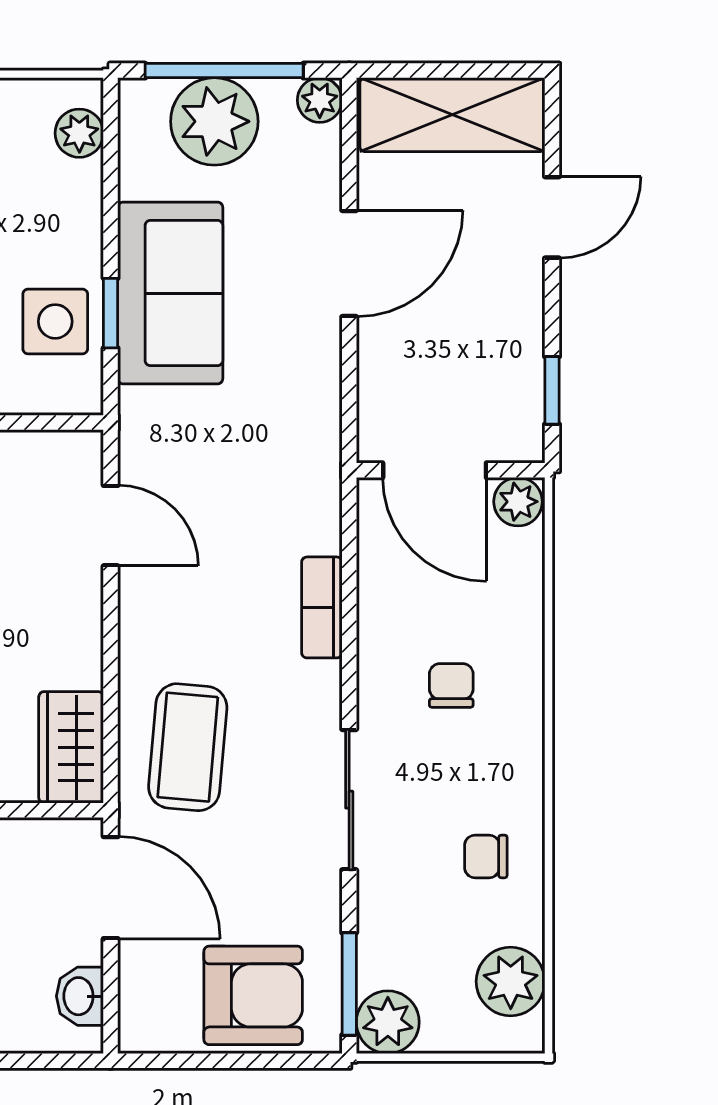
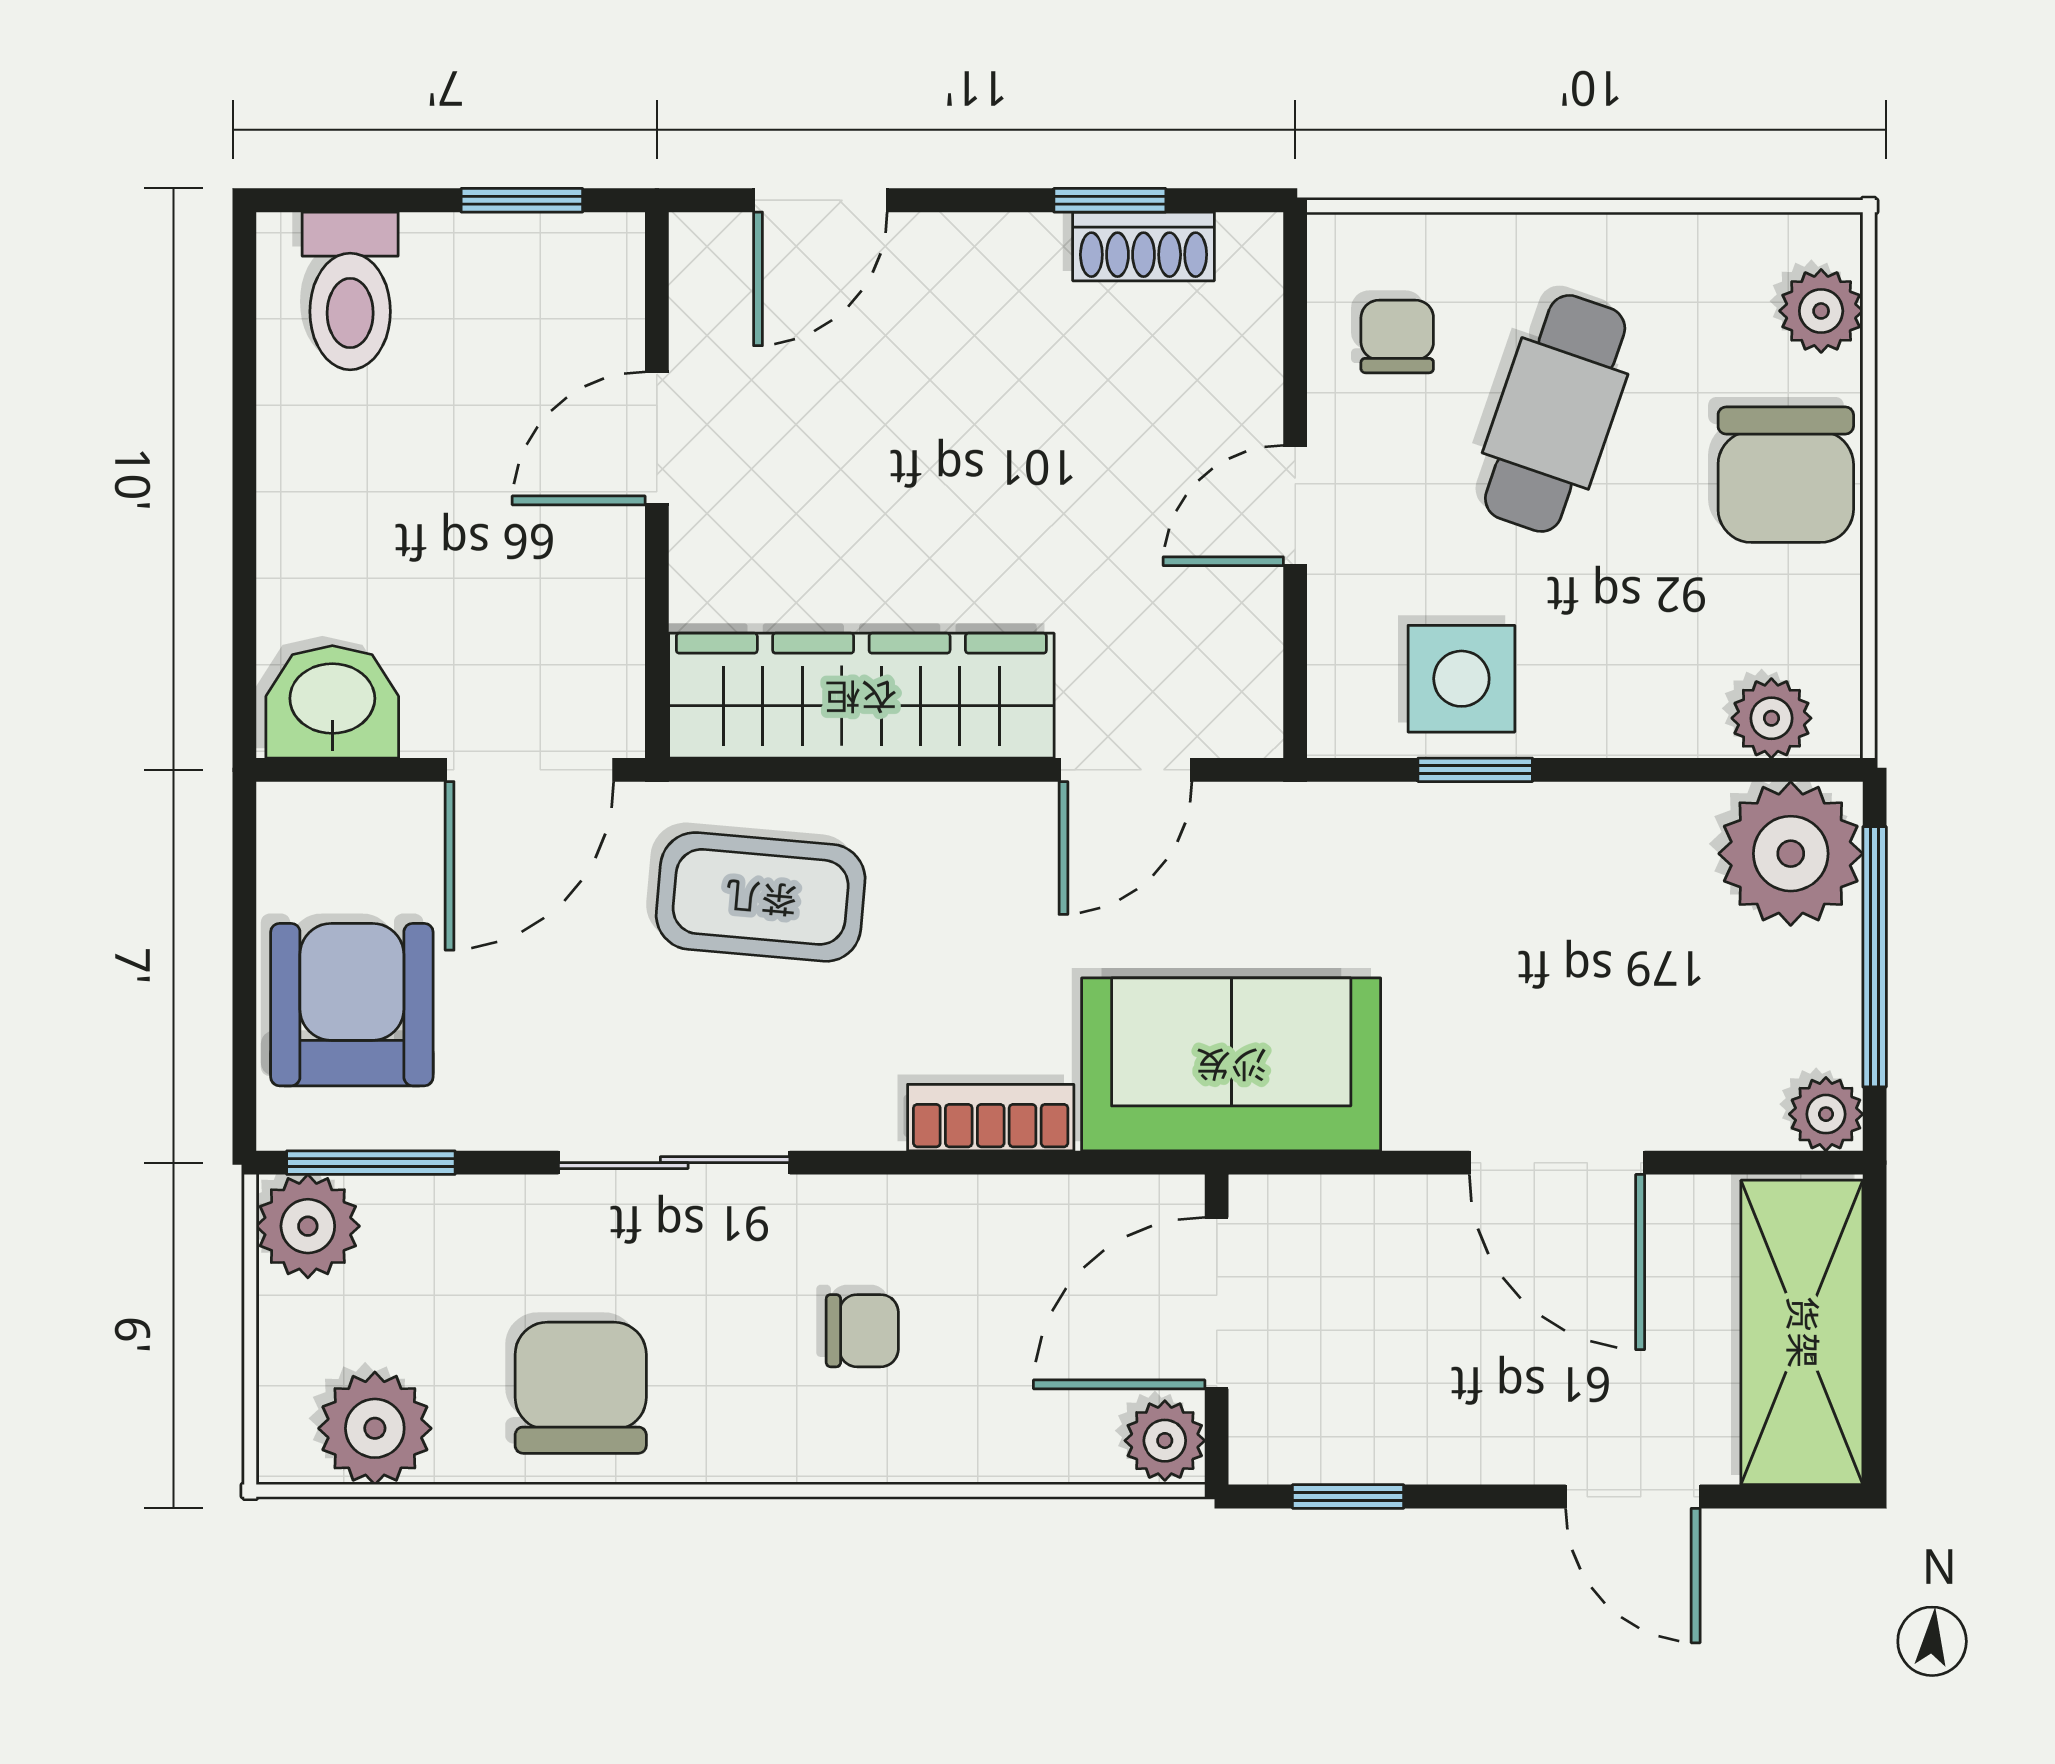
plant: (214, 121) -> (1791, 854), moved
sofa: (170, 293) -> (1231, 1064), moved, turned 180
wardrobe: (71, 747) -> (861, 696), width x2.10, depth x1.17
chair: (486, 856) -> (581, 1388), width x1.87, depth x1.87
armchair: (253, 995) -> (352, 1005), turned 180
washbasin: (80, 996) -> (332, 702), width x1.38, depth x1.45

